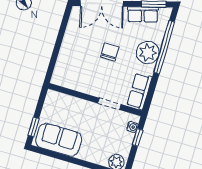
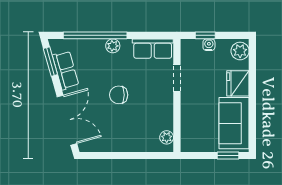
plant: (148, 53) -> (113, 46), width x0.53, depth x0.53
plant: (63, 81) -> (167, 137), added
water cooler: (132, 127) -> (209, 45), moved
fridge: (90, 153) -> (238, 83), added

